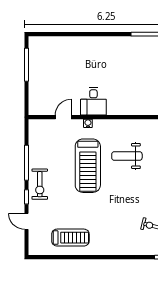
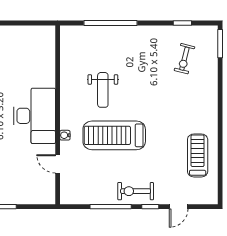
desk: (93, 101) -> (35, 116), width x1.87, depth x1.30
treadmill: (88, 166) -> (114, 135), turned 180
exercise bike: (40, 184) -> (136, 191), turned 180

